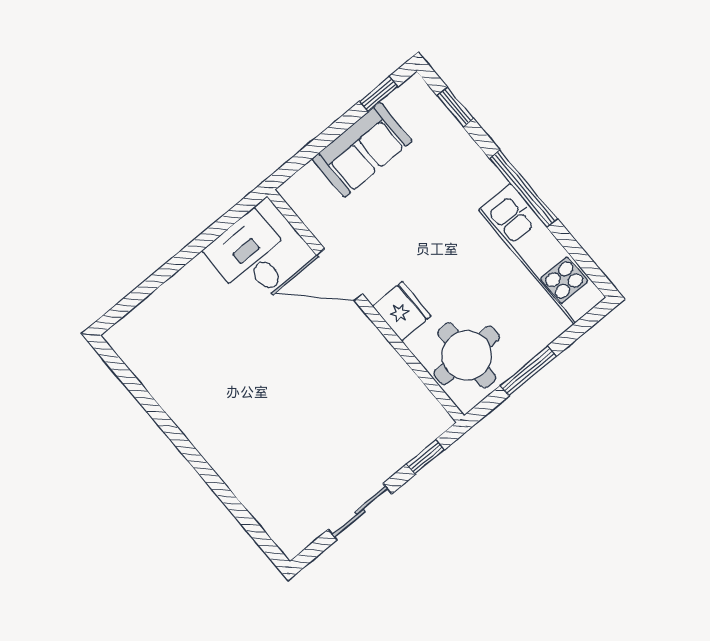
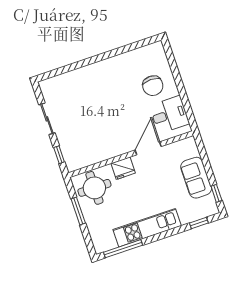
window: (524, 189) -> (123, 249), moved
kitchen unit: (542, 254) -> (147, 228), moved
chair: (204, 316) -> (153, 86), added

